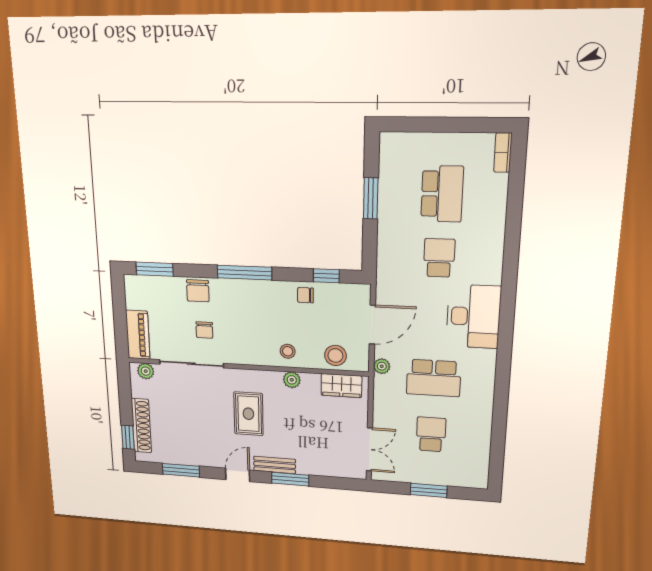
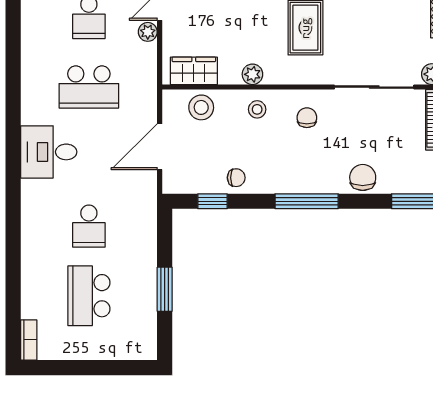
desk: (473, 316) -> (49, 152), width x0.73
chair: (204, 330) -> (307, 118), moved
plant: (382, 366) -> (148, 32), moved
school desk: (434, 378) -> (89, 87), turned 180

